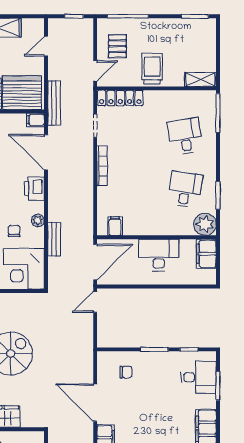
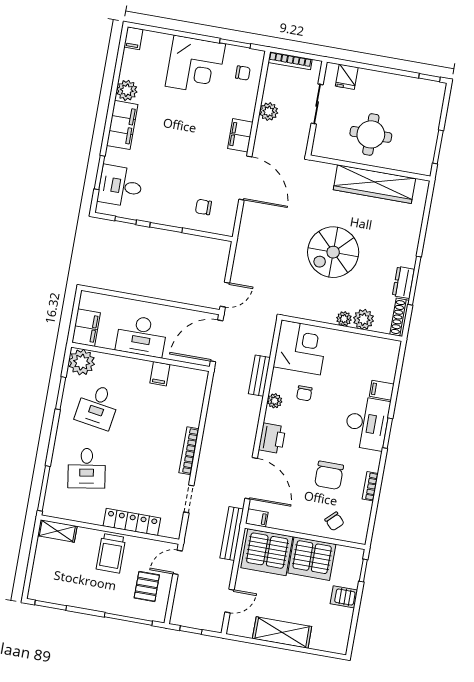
locker: (120, 98) -> (132, 522), moved
filing cabinet: (115, 226) -> (160, 374), moved

